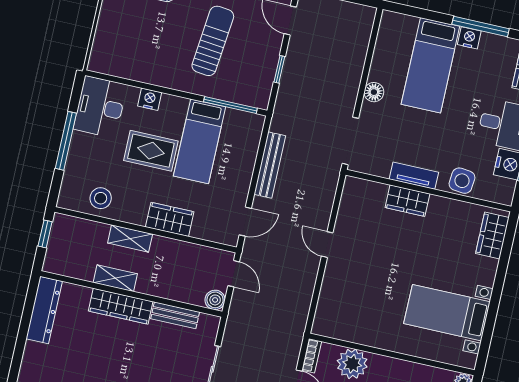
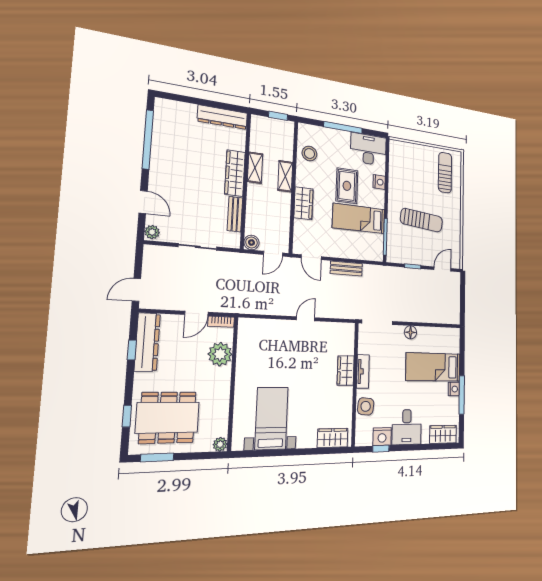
bench: (270, 165) -> (346, 269), width x0.73

